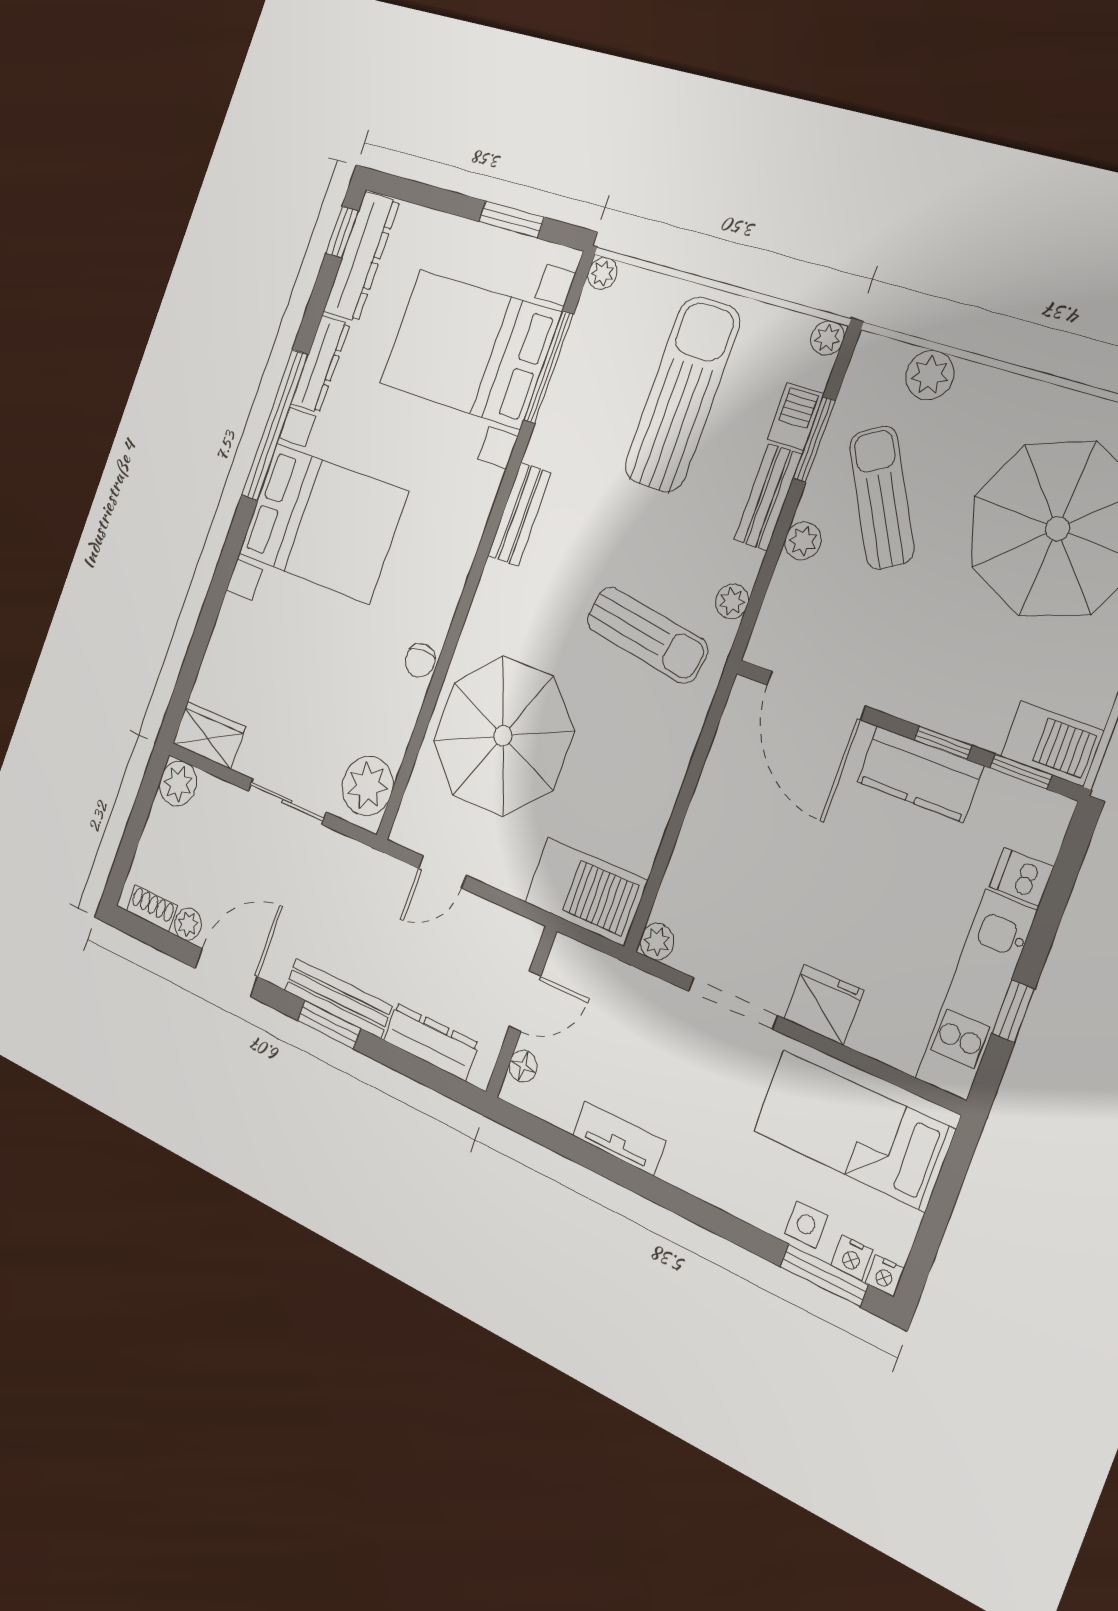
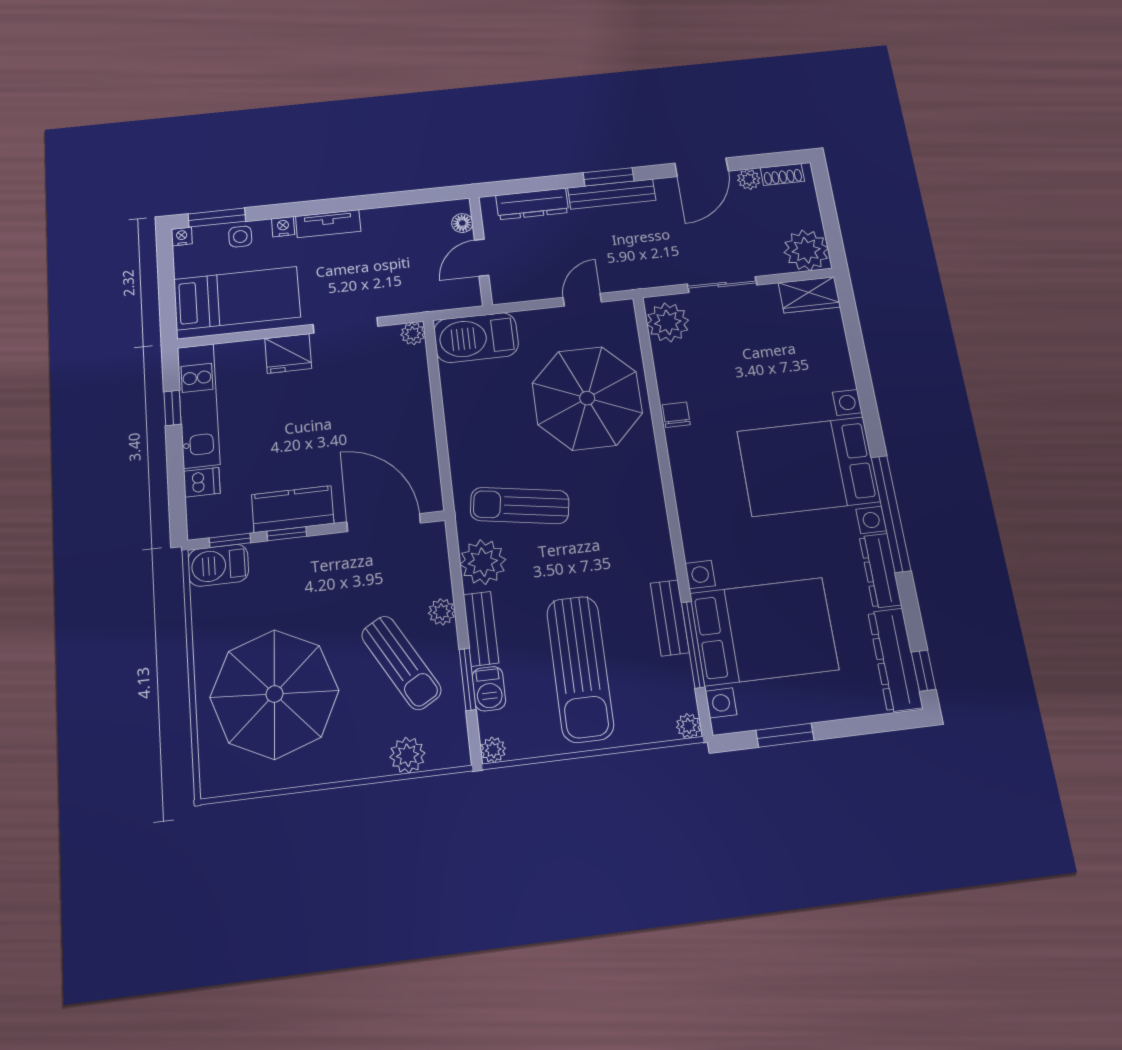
bench: (519, 514) -> (670, 618), moved
plant: (732, 601) -> (483, 562), width x1.88, depth x1.88
plant: (178, 783) -> (806, 250), width x1.36, depth x1.36
tv unit: (619, 1138) -> (328, 224), moved
nightstand: (852, 1258) -> (283, 227), moved

